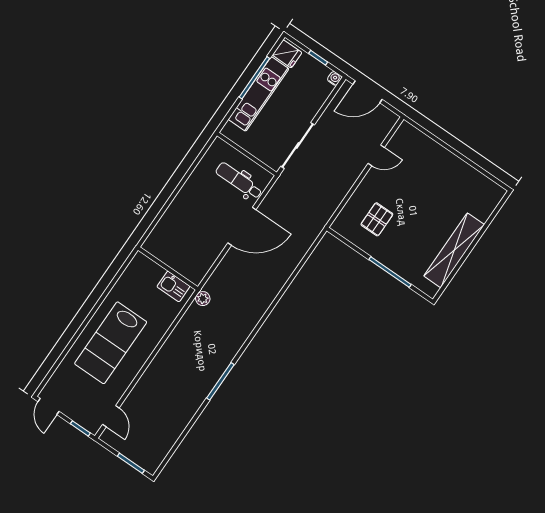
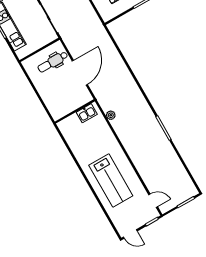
wall: (168, 268) -> (75, 111), moved
kitchen sink: (173, 286) -> (87, 113), moved

